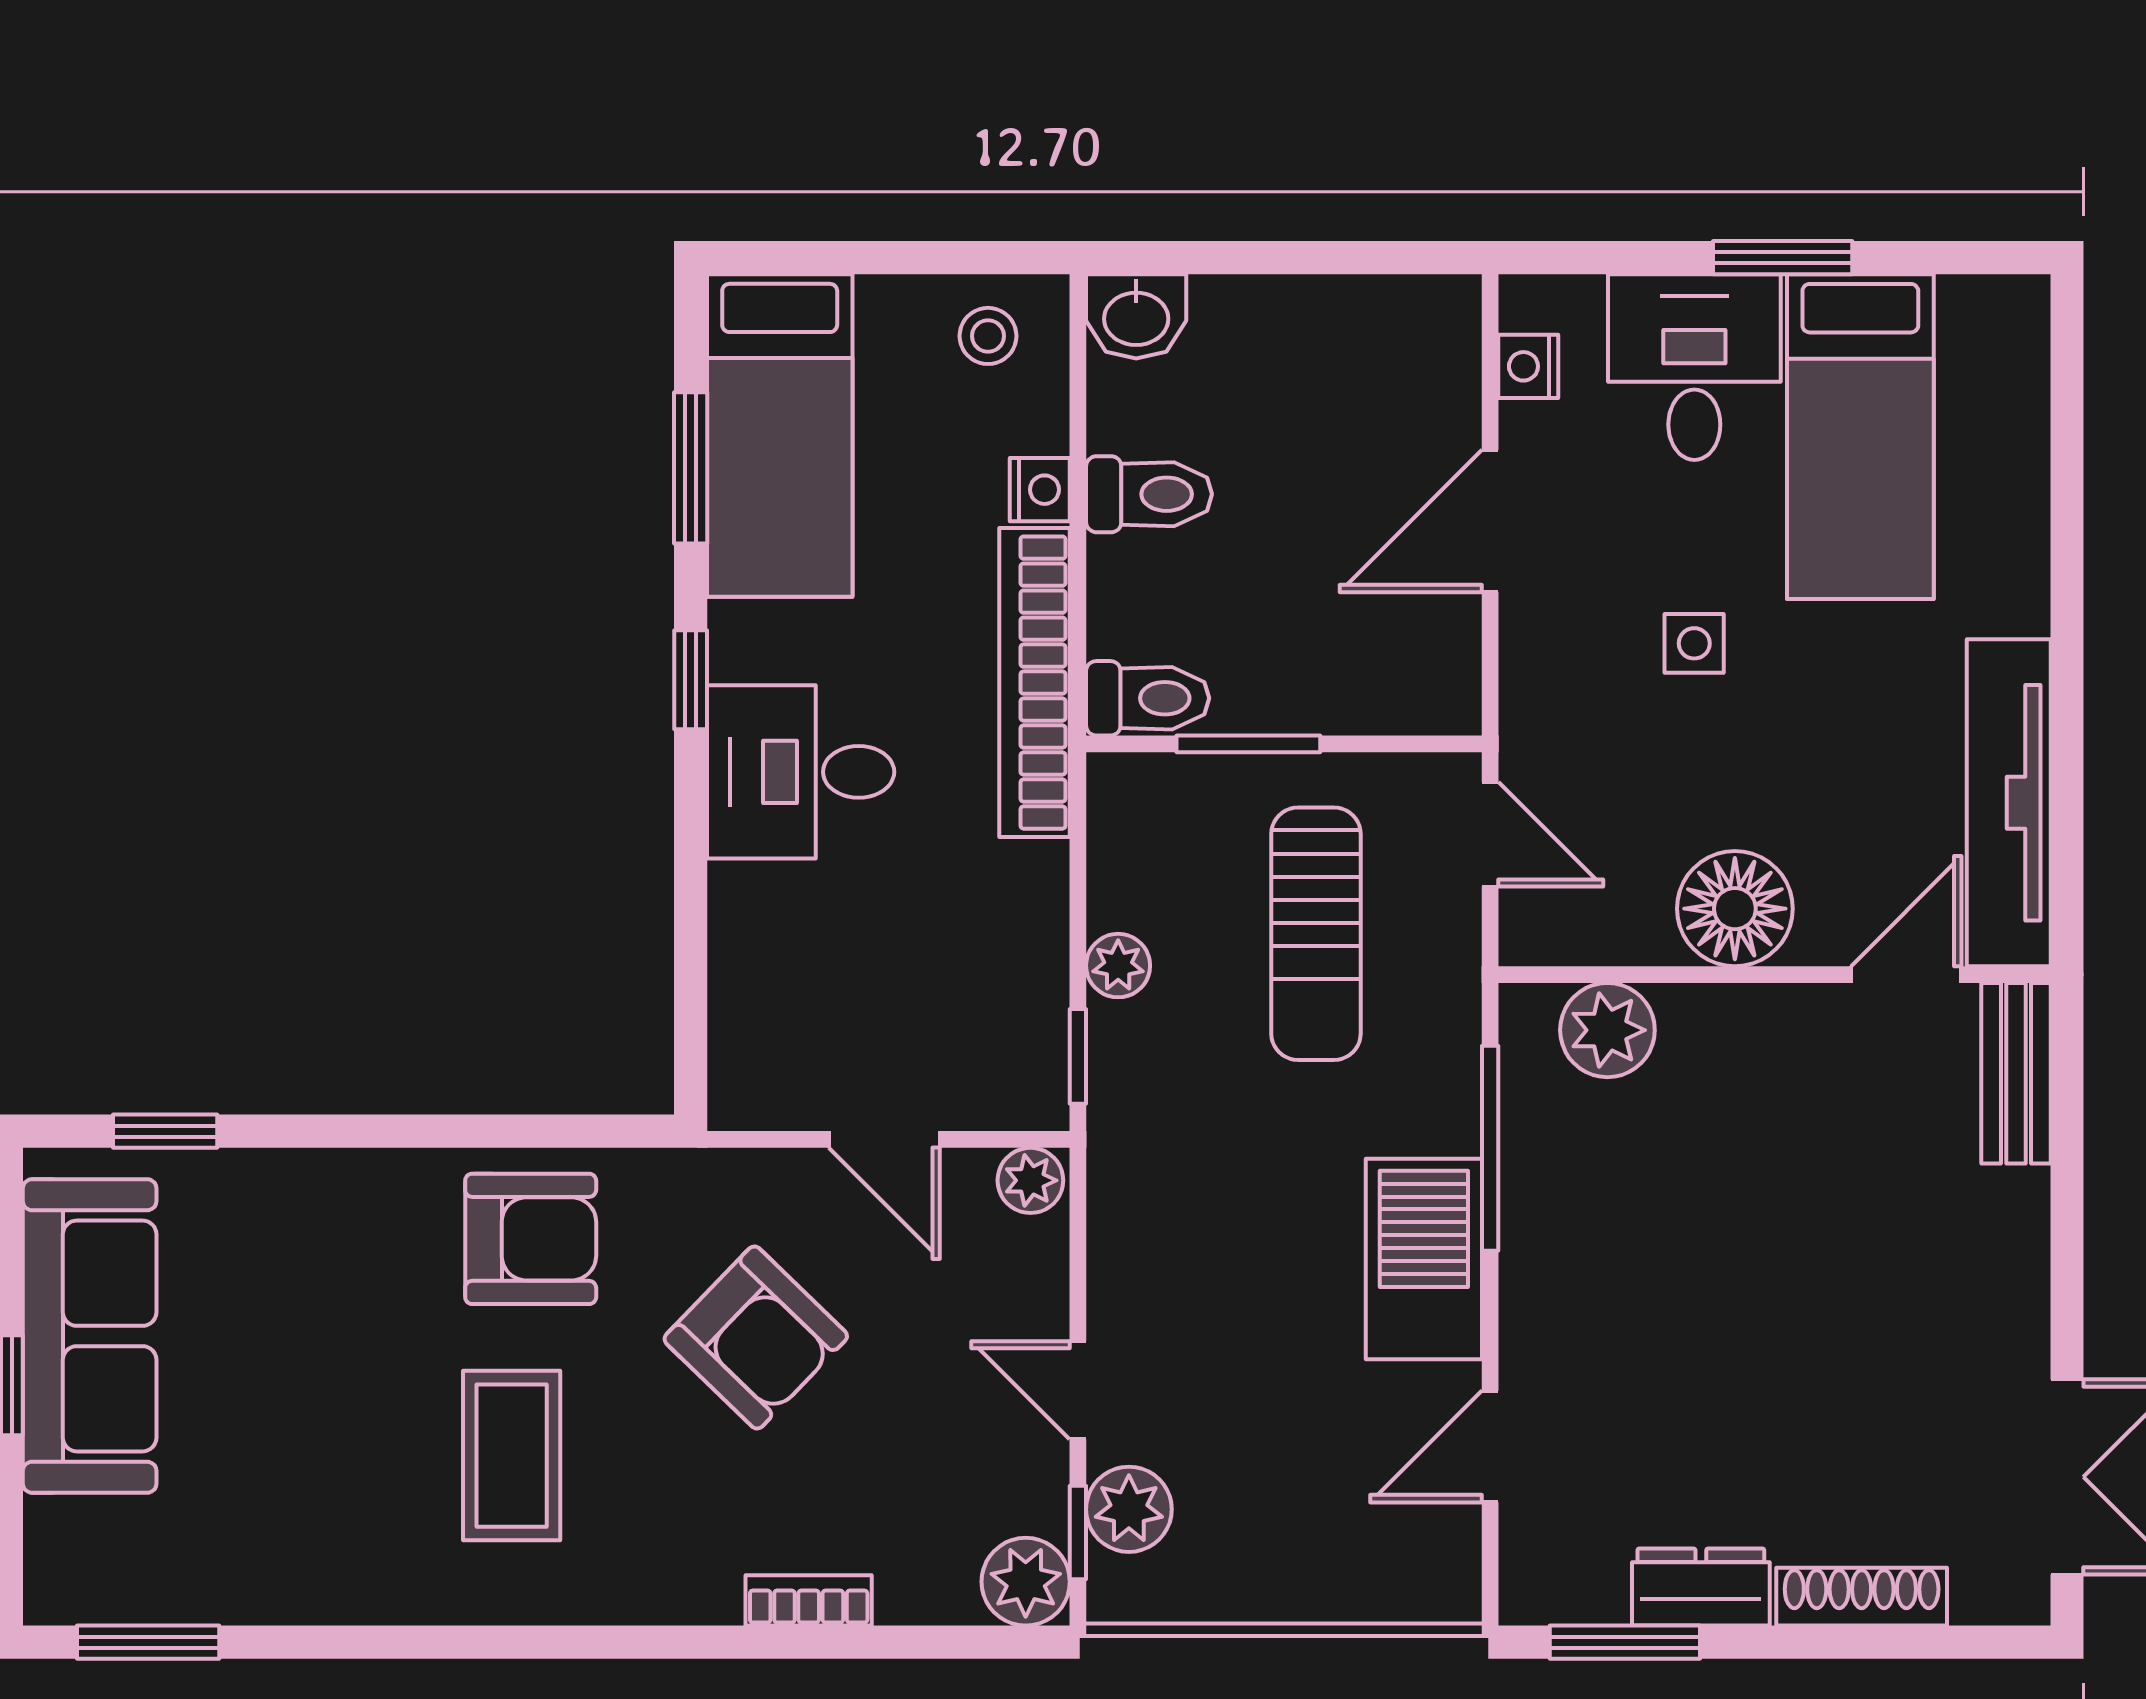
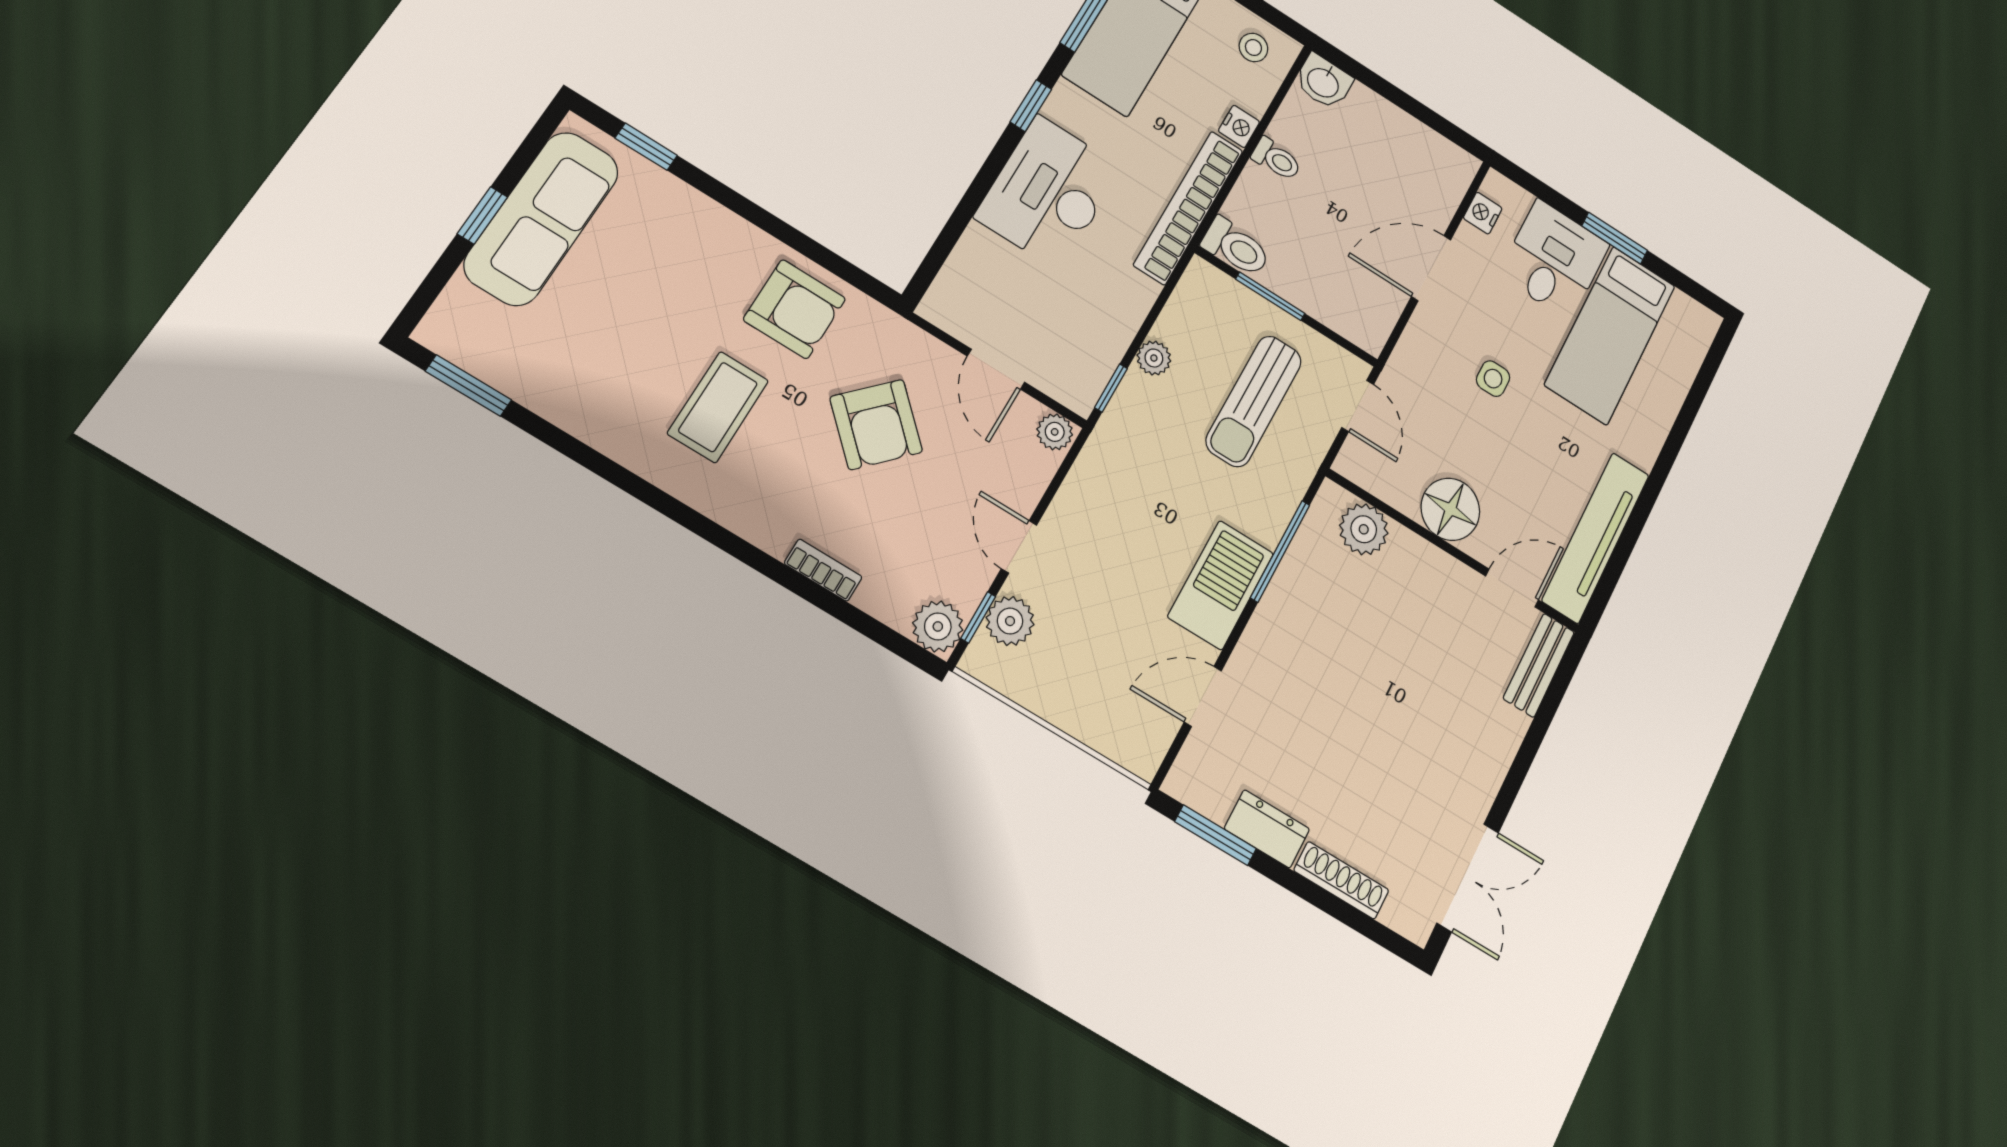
toilet: (1149, 494) -> (1276, 159), width x0.73, depth x0.72
desk: (801, 772) -> (1049, 192), width x1.37

